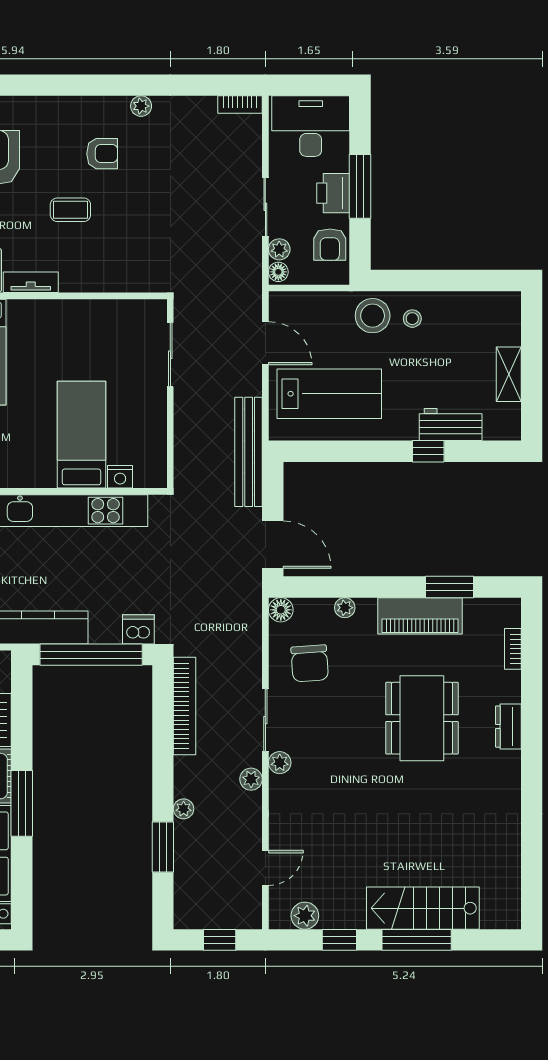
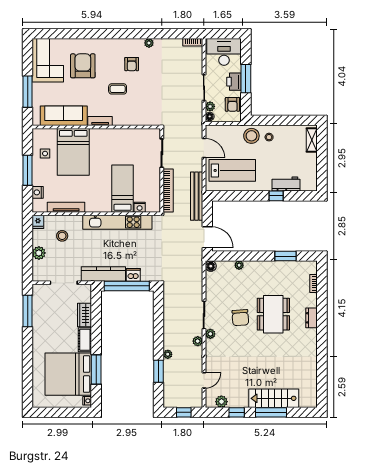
armchair: (102, 154) -> (132, 64), turned 90
shelving: (509, 374) -> (312, 140), moved
piano: (420, 616) -> (272, 269), removed
dishwasher: (138, 629) -> (133, 275), moved
chair: (310, 663) -> (240, 318), moved
bookcase: (185, 706) -> (168, 190), moved
window: (22, 803) -> (96, 369), moved

